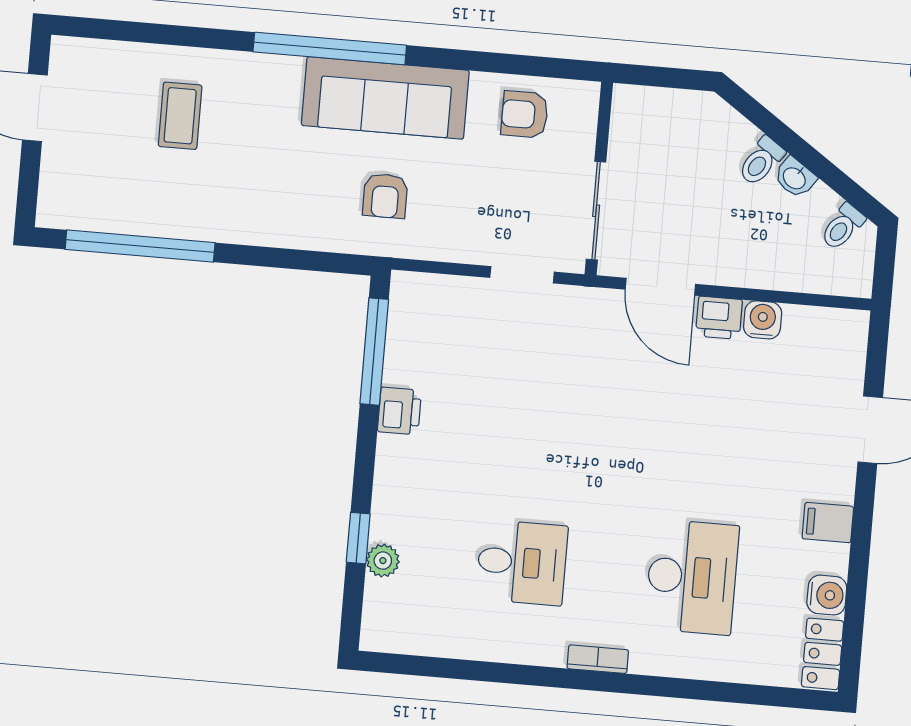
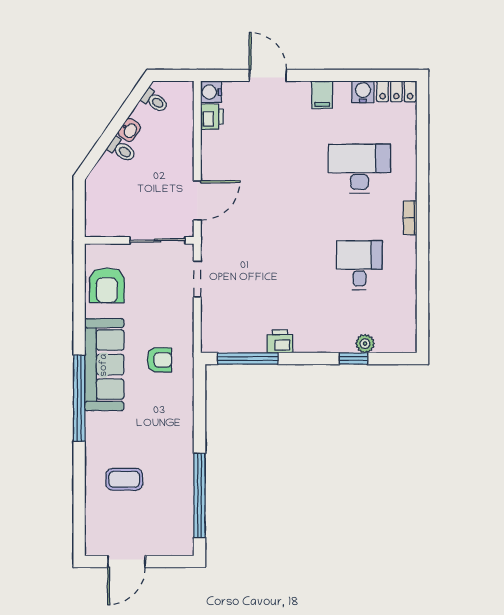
armchair: (525, 114) -> (107, 285), width x1.38, depth x1.38
printer: (719, 318) -> (212, 117), moved
water cooler: (763, 320) -> (211, 92), moved

